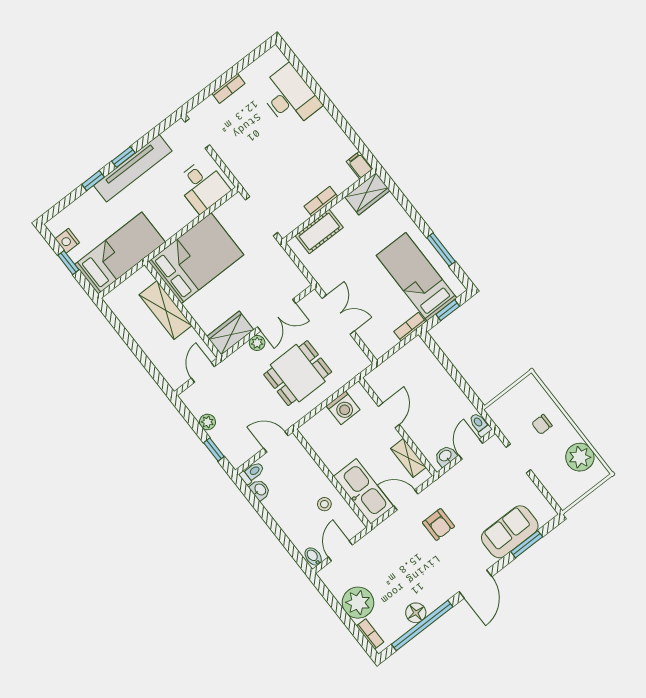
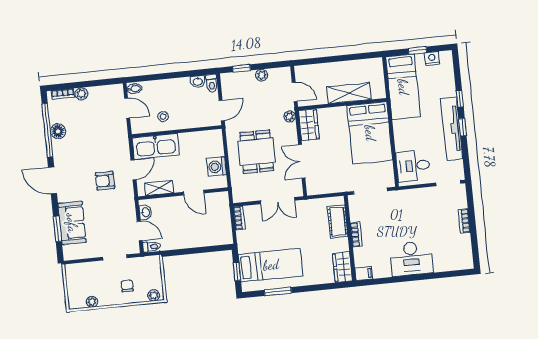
desk: (289, 97) -> (411, 259), moved
bookcase: (410, 327) -> (239, 218), moved
plant: (257, 343) -> (290, 116), moved
plant: (534, 388) -> (154, 295), added
plant: (580, 457) -> (92, 302), width x0.53, depth x0.53
plant: (358, 603) -> (81, 94), width x0.53, depth x0.53

